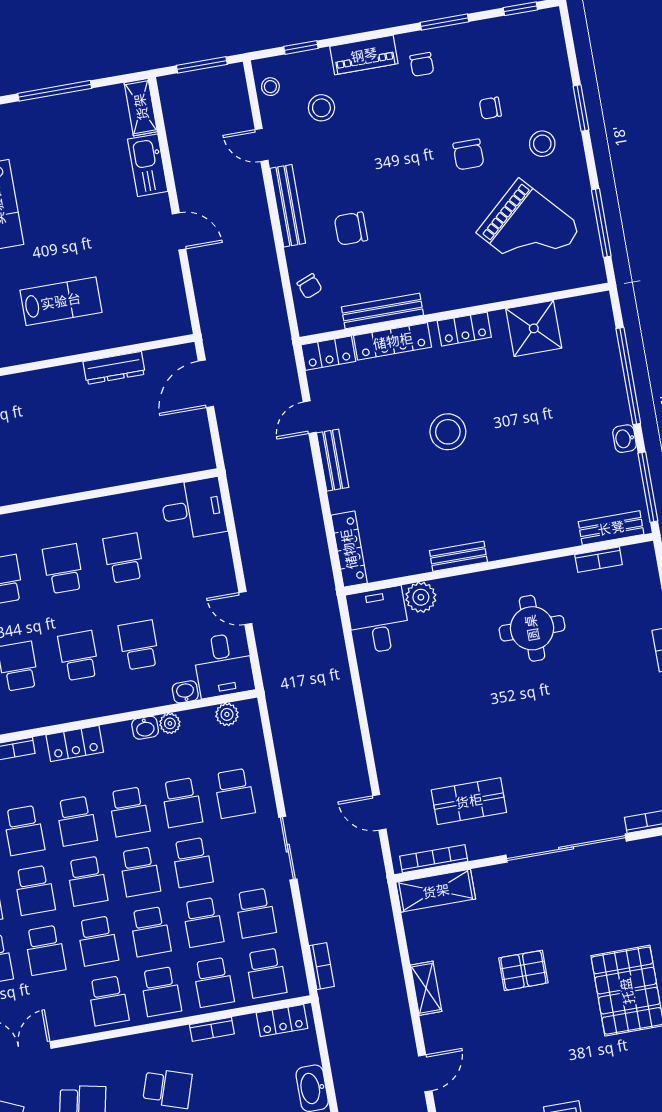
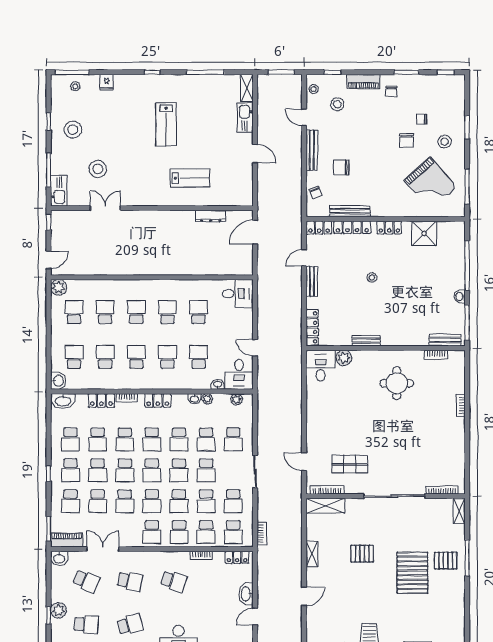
stool: (448, 432) -> (372, 277), width x0.53, depth x0.53

